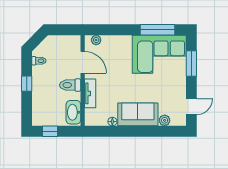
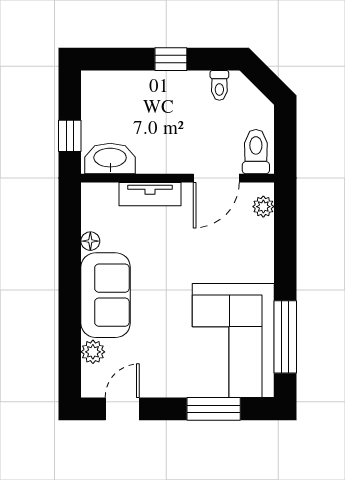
toilet: (70, 85) -> (256, 152), moved
door: (191, 107) -> (122, 409), swing flipped
window: (50, 131) -> (70, 136), moved

